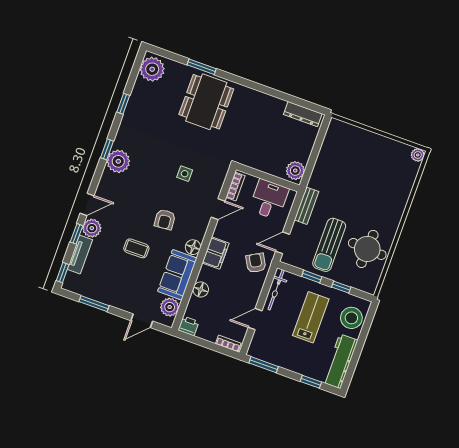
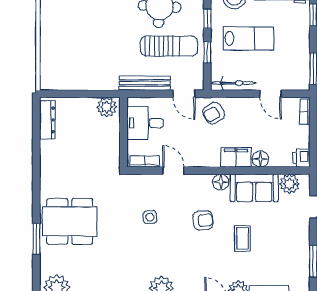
bench: (306, 206) -> (145, 83), width x1.36
filing cabinet: (216, 253) -> (236, 157), moved
lab bench: (311, 317) -> (249, 38), turned 180

